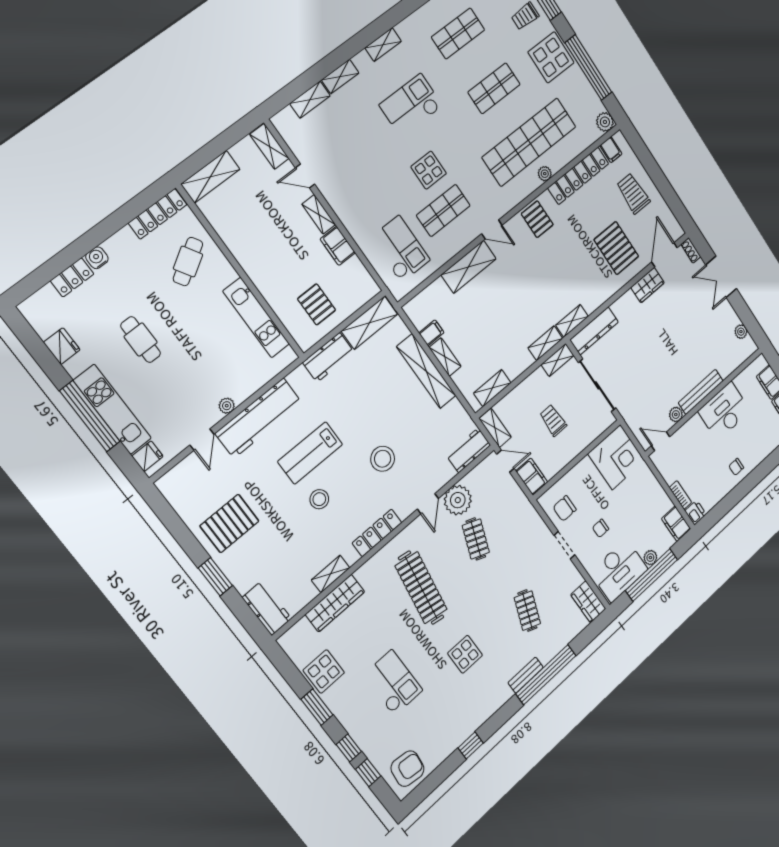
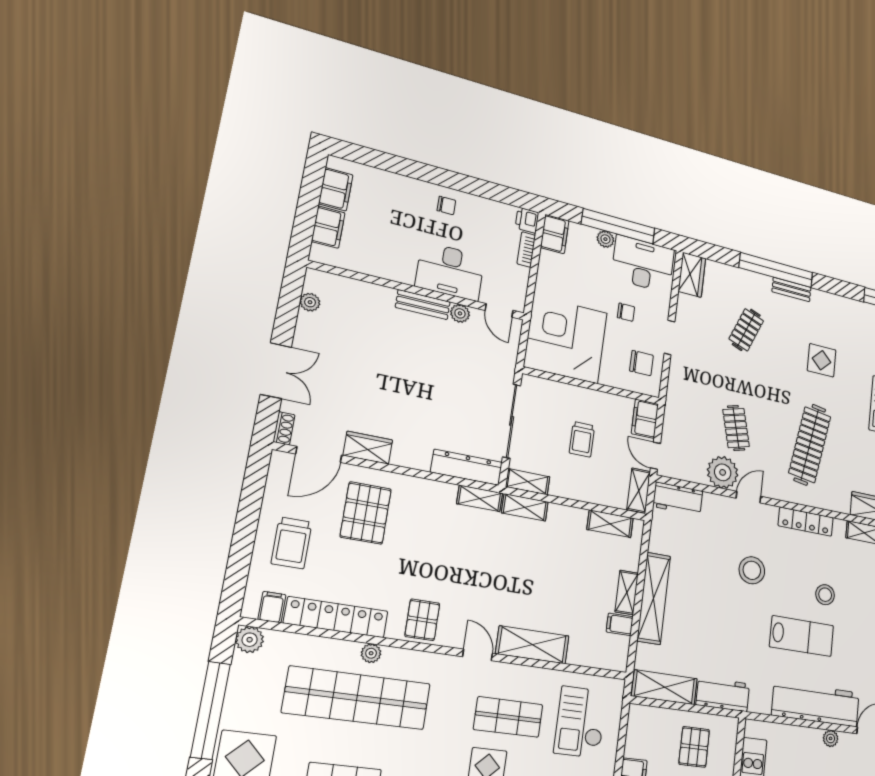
bench: (701, 392) -> (423, 305), width x0.73
desk: (724, 411) -> (450, 271), moved
corner desk: (616, 457) -> (566, 339), width x1.36, depth x1.36
clothes rail: (476, 539) -> (736, 428), turned -36

